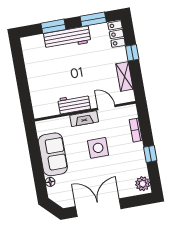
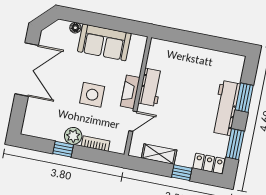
plant: (143, 184) -> (73, 136), moved

